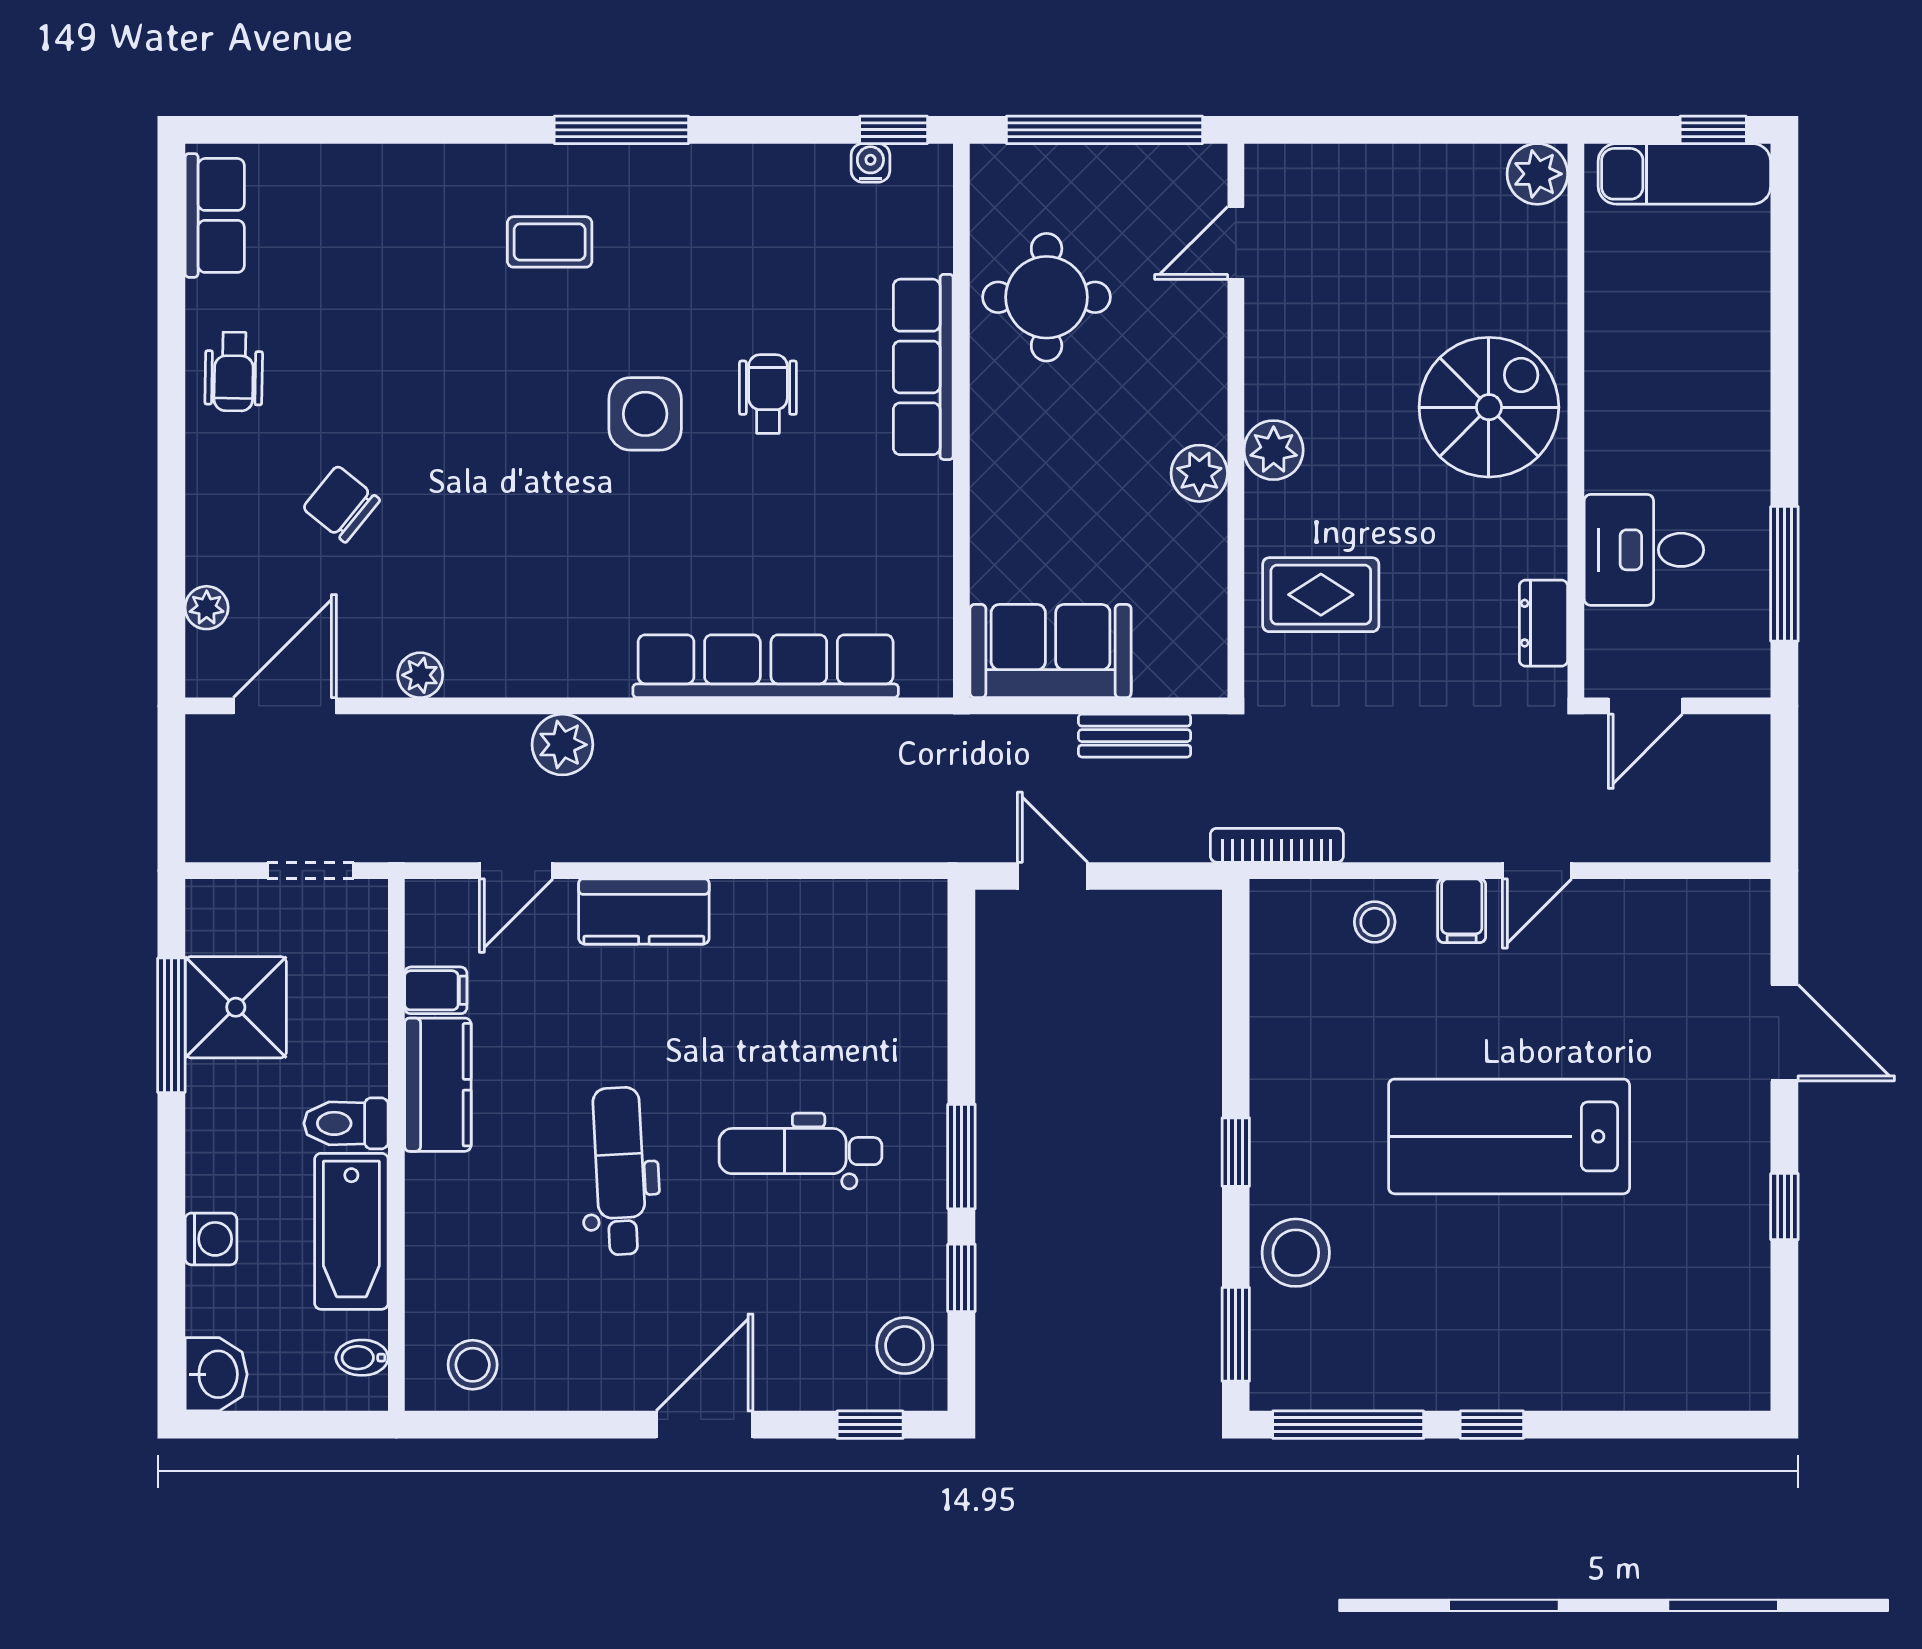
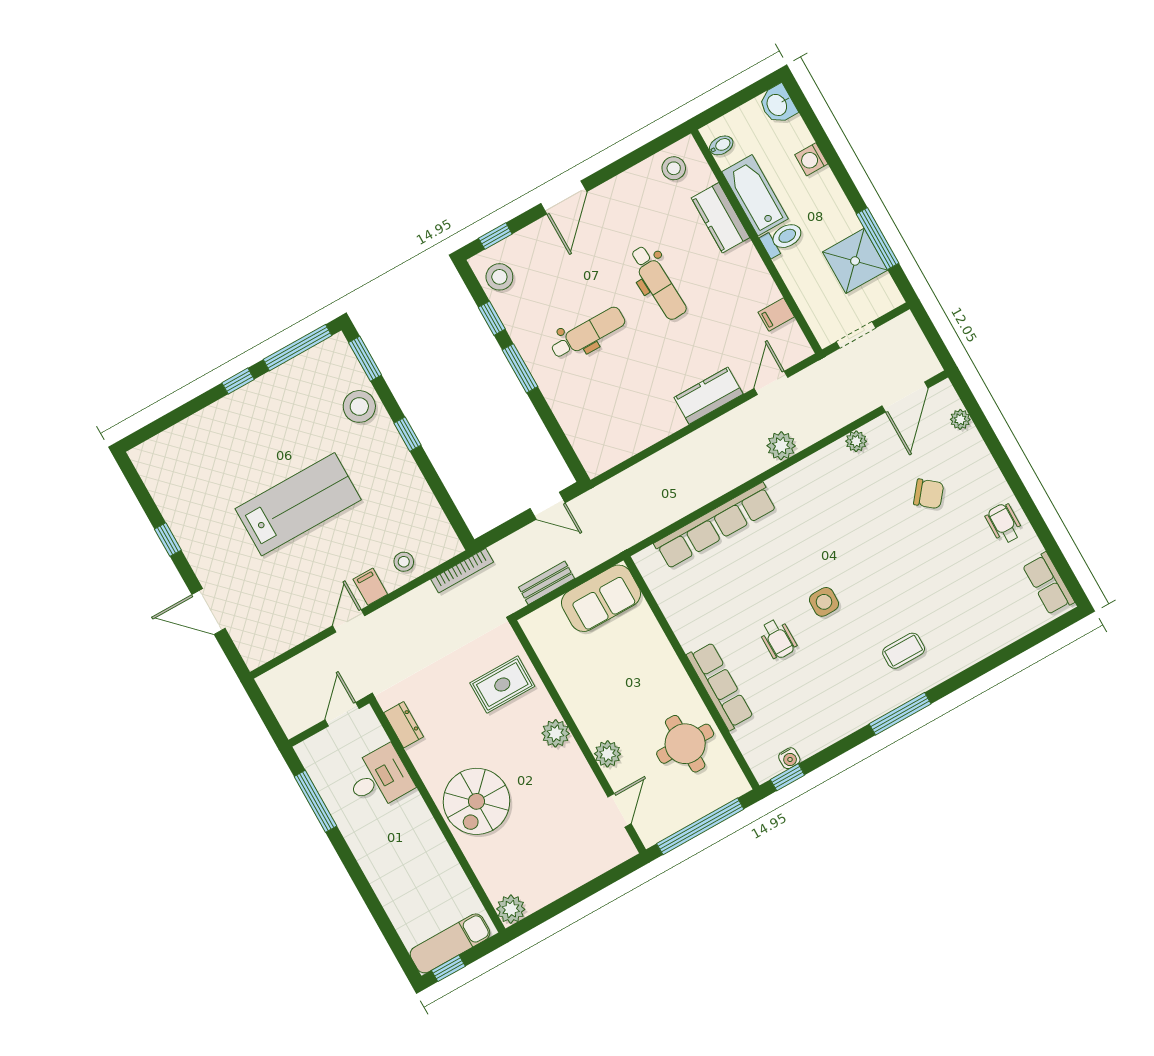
side table: (645, 414) -> (824, 602), width x0.73, depth x0.73
plant: (1199, 473) -> (608, 754), moved
kitchen counter: (438, 1085) -> (721, 218), moved

